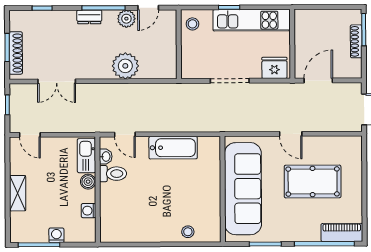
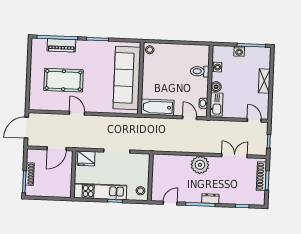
plant: (126, 19) -> (185, 196), removed
plant: (125, 66) -> (200, 165), moved
toilet: (113, 174) -> (200, 71), moved
wall: (223, 189) -> (141, 78), moved
sofa: (243, 189) -> (127, 78), moved
piano: (342, 233) -> (61, 45), moved

